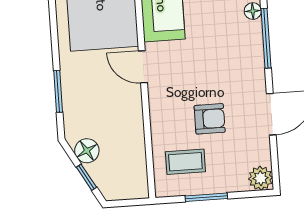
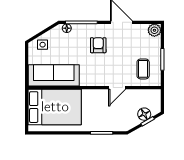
door: (143, 67) -> (117, 88), moved
armchair: (210, 119) -> (98, 45), moved
floor lamp: (87, 151) -> (144, 114), moved

